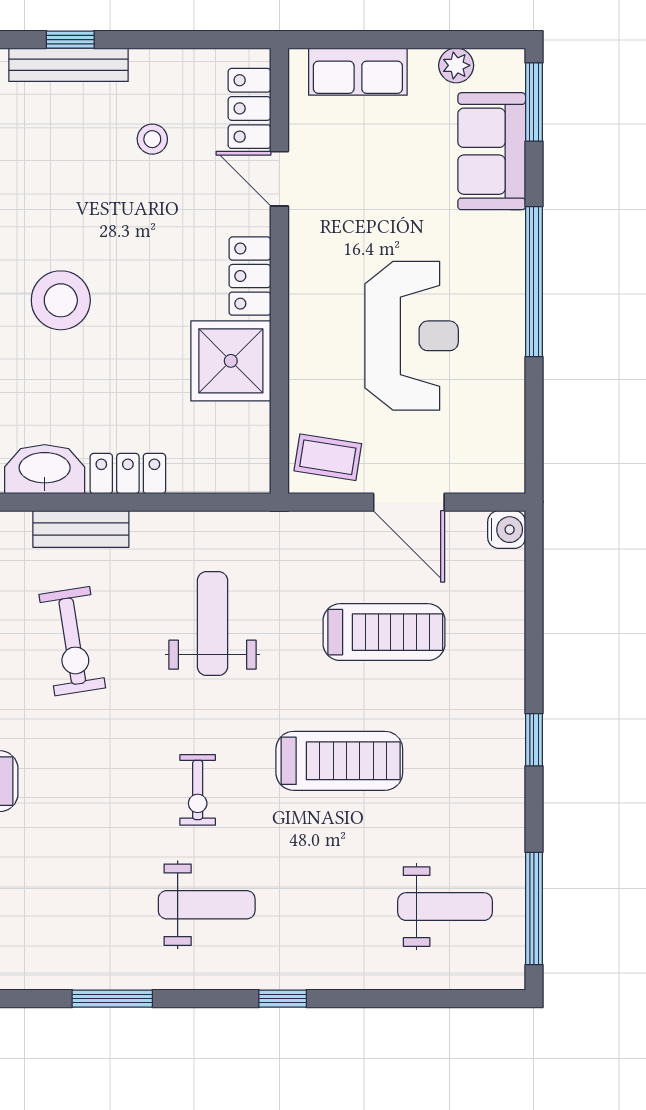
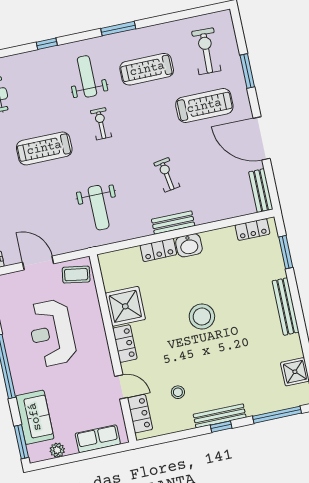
washbasin: (45, 469) -> (189, 245), width x0.72
weight bench: (212, 624) -> (99, 208), moved
treadmill: (384, 632) -> (147, 69), moved
exercise bike: (72, 641) -> (167, 175), width x0.73, depth x0.72
weight bench: (207, 905) -> (87, 76), turned 90

